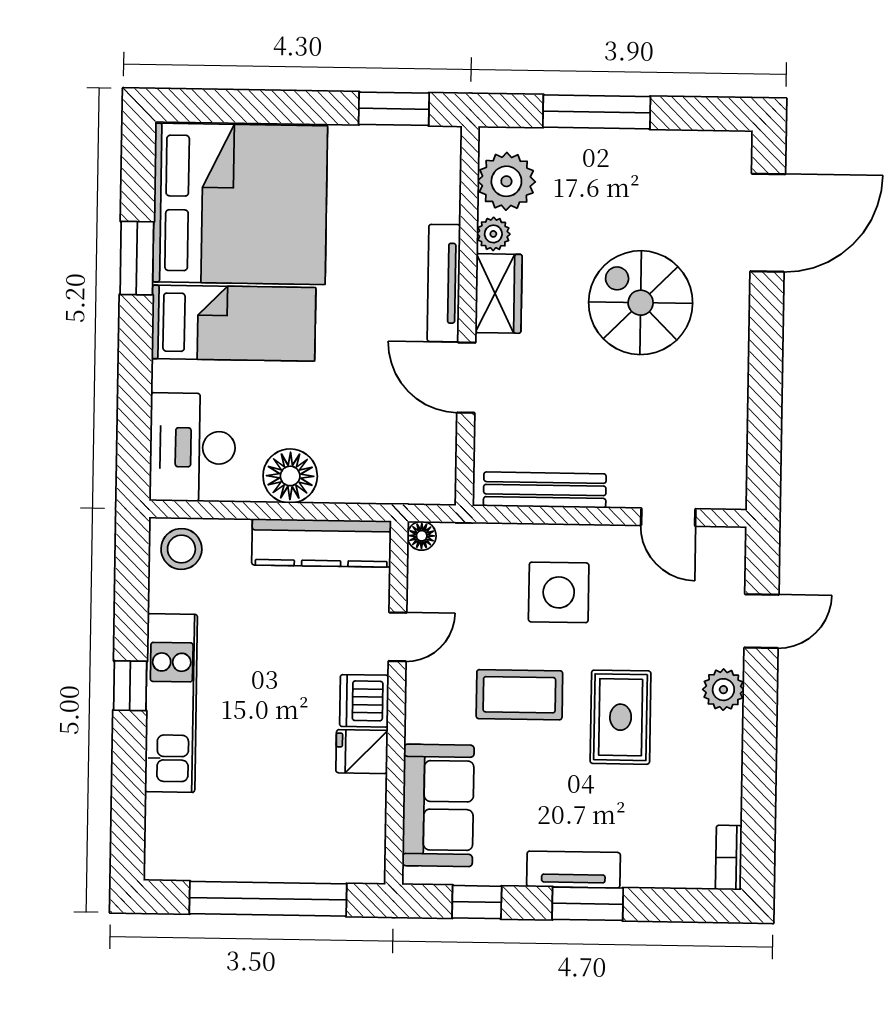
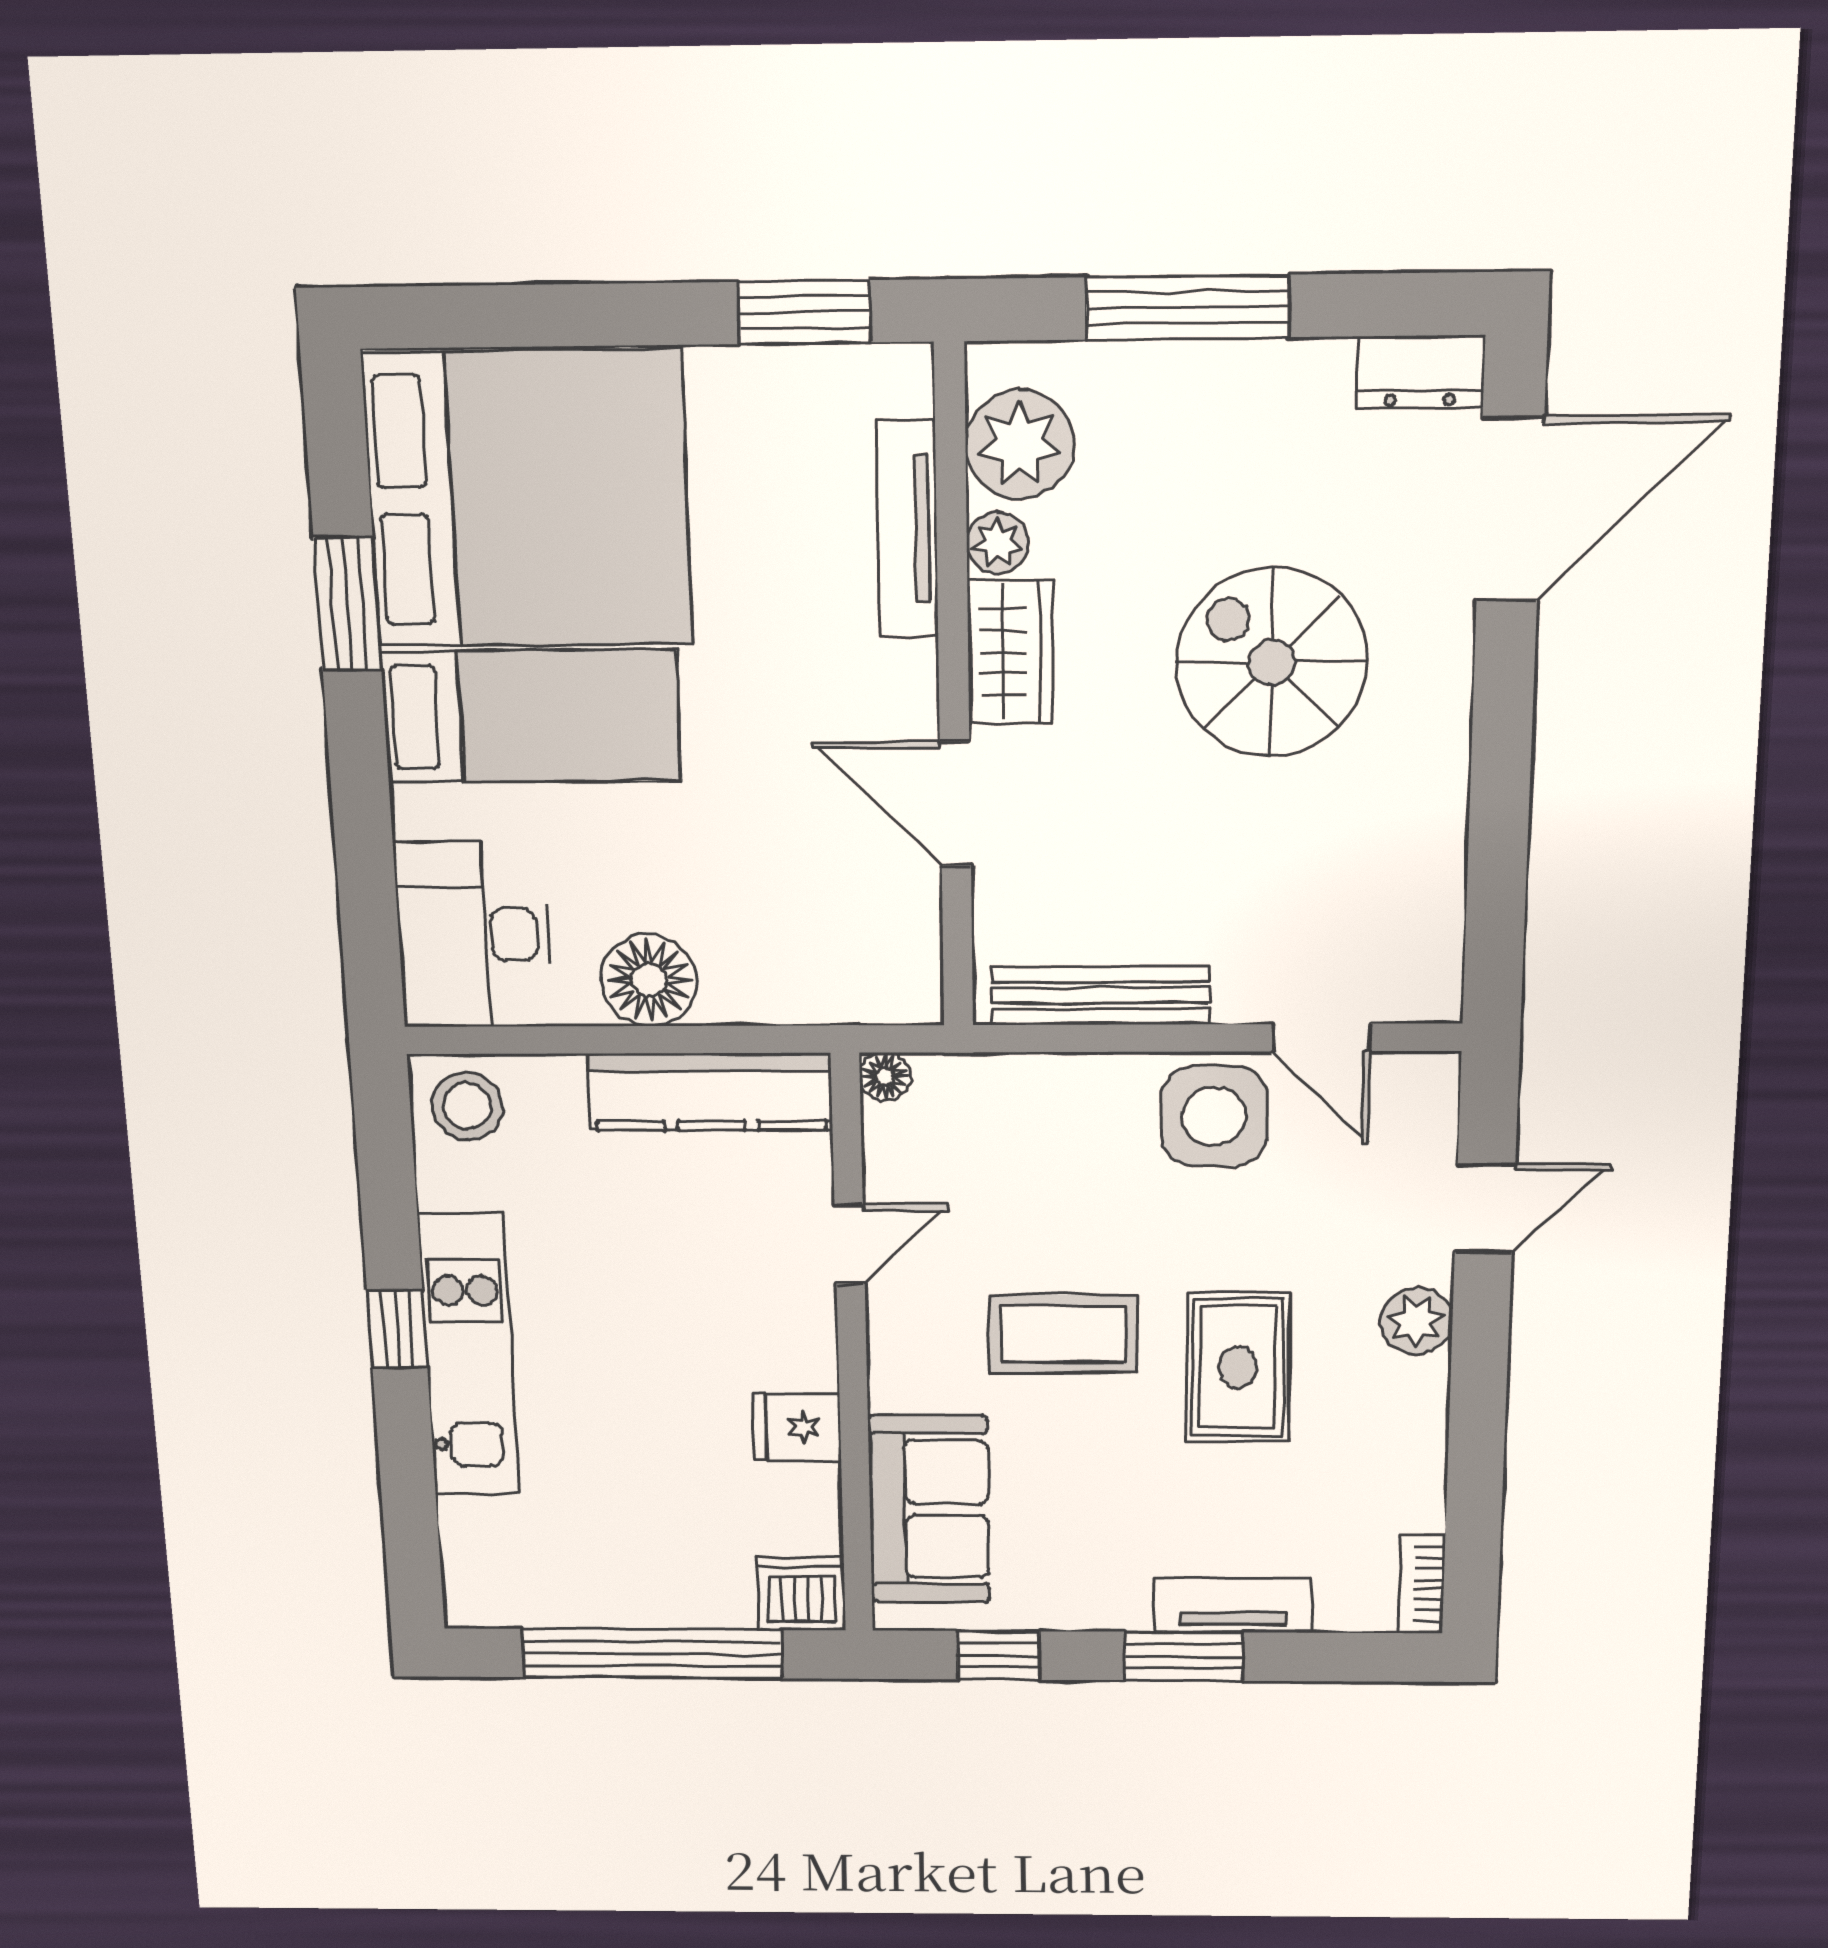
dresser: (719, 149) -> (1420, 372), added
tv unit: (444, 283) -> (907, 529), moved
side table: (559, 592) -> (1214, 1116), moved
dishwasher: (364, 701) -> (801, 1594), moved, turned 90
tv unit: (573, 870) -> (1233, 1605), moved

